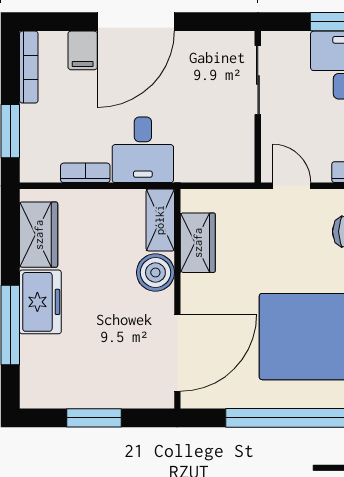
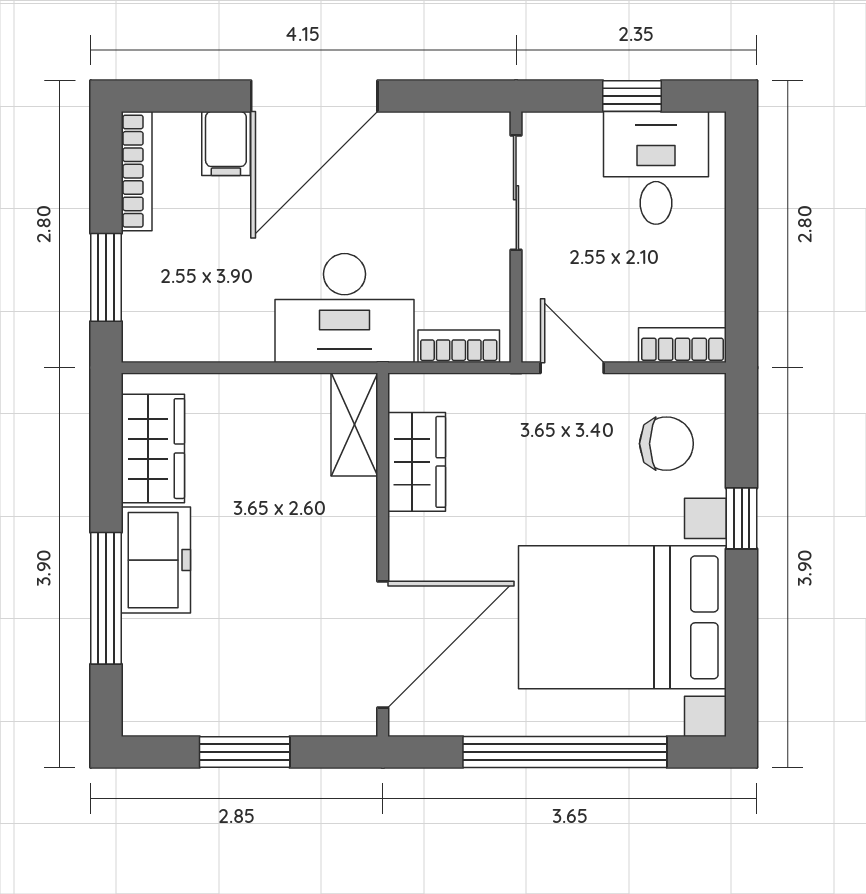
desk: (143, 150) -> (345, 308), width x1.37
bookcase: (85, 173) -> (459, 346), moved
boiler: (155, 272) -> (346, 511), removed

